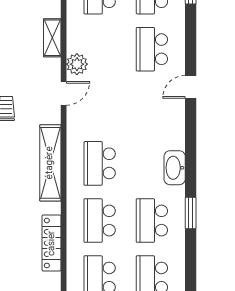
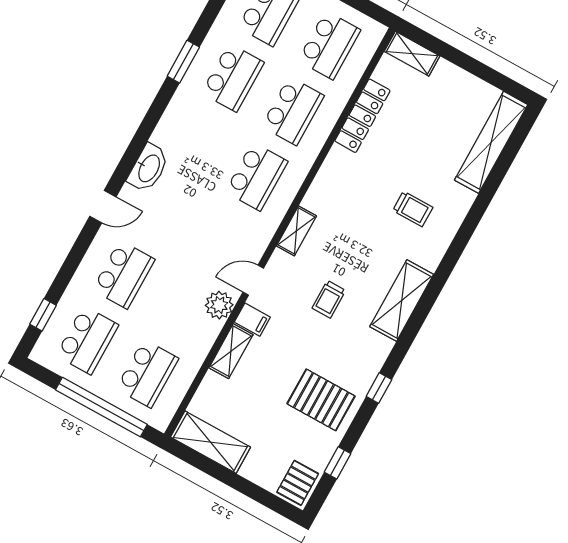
filing cabinet: (50, 67) -> (252, 320), added
shelving: (50, 163) -> (296, 231), width x0.45, depth x0.75
washbasin: (175, 168) -> (148, 168), moved

